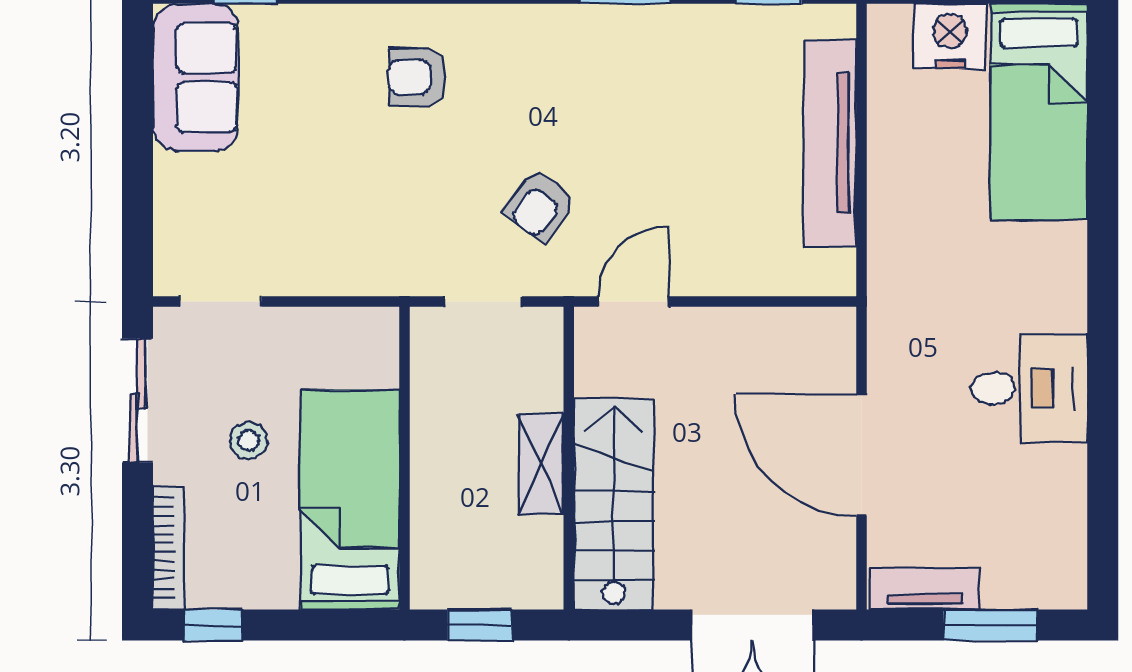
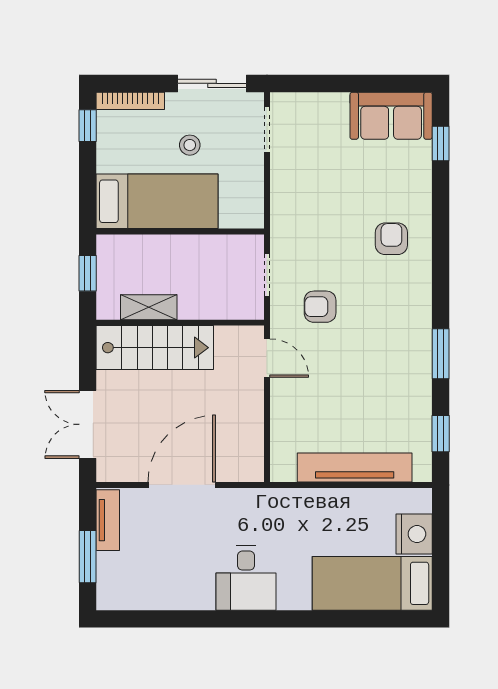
armchair: (540, 206) -> (320, 307), turned -37
desk: (1029, 388) -> (246, 578), moved
shelving: (541, 464) -> (149, 307), moved

